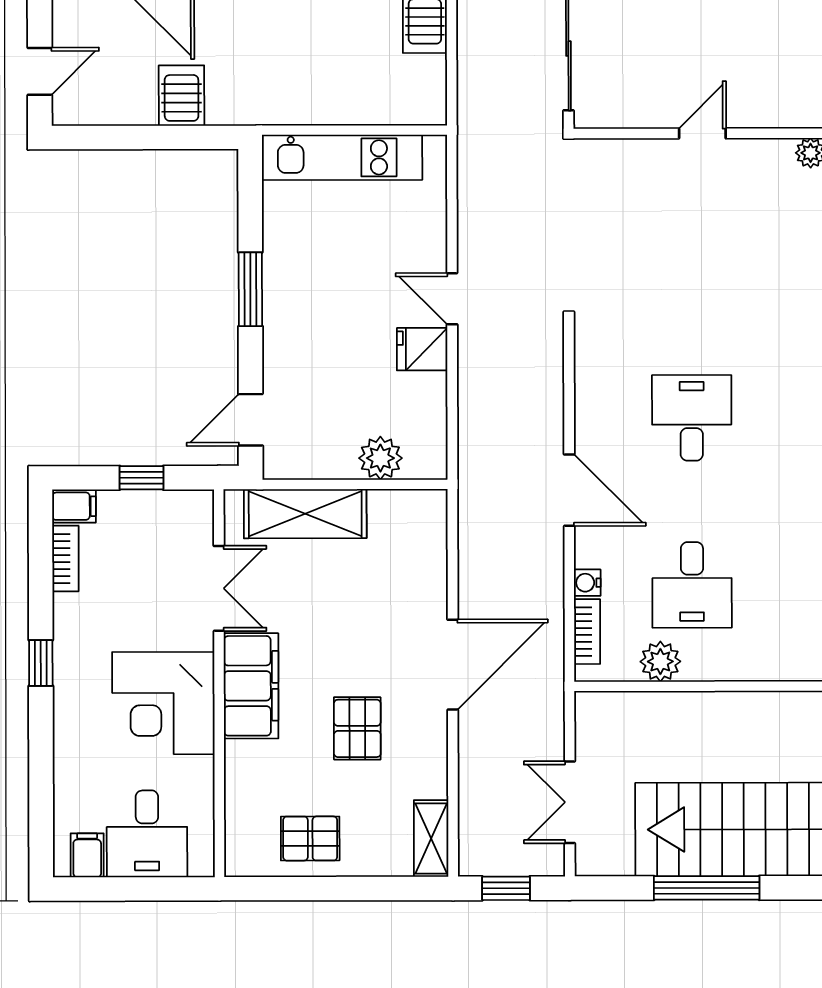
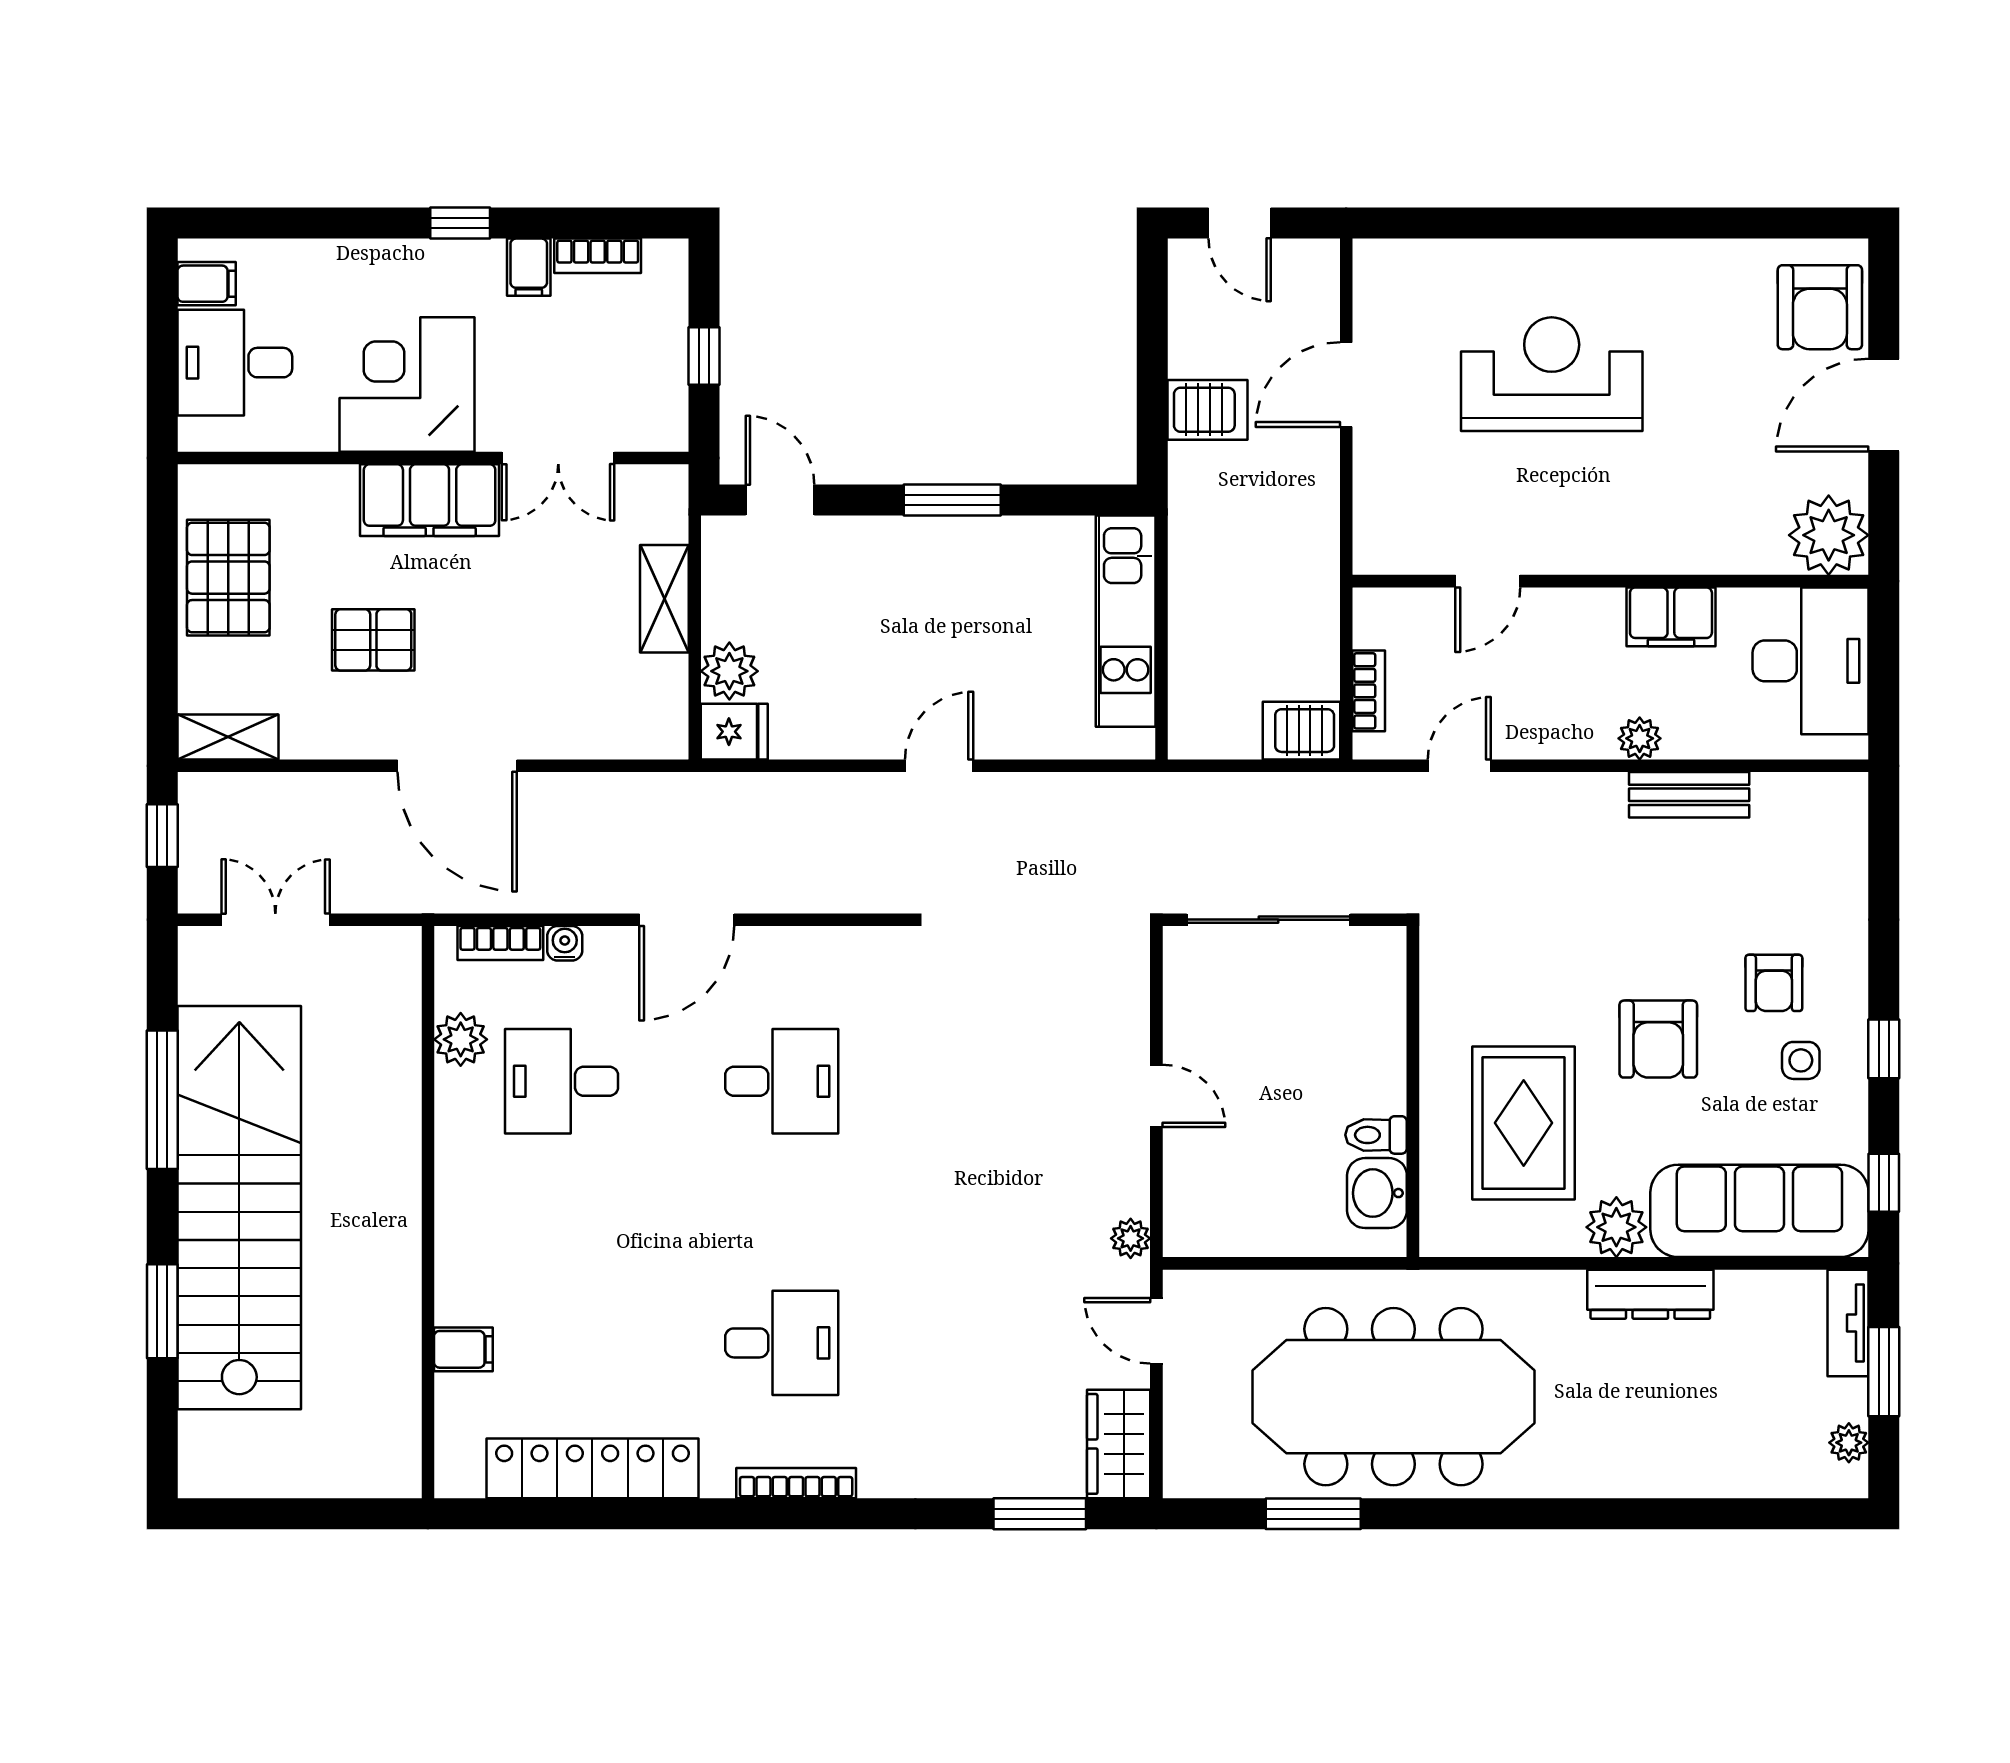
fridge: (422, 349) -> (734, 732), moved, turned 90
filing cabinet: (74, 506) -> (529, 267), moved
shelving: (305, 514) -> (664, 599), width x0.67, depth x0.75
pallet: (310, 839) -> (228, 578), width x1.50, depth x1.42

